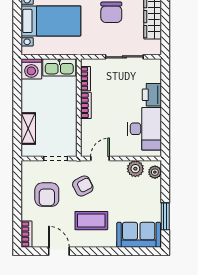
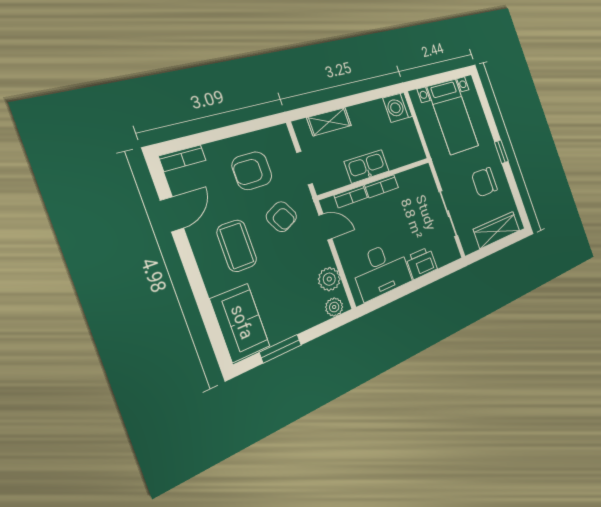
kitchen sink: (59, 67) -> (367, 166), moved, turned 90
bookcase: (86, 79) -> (351, 196), moved

